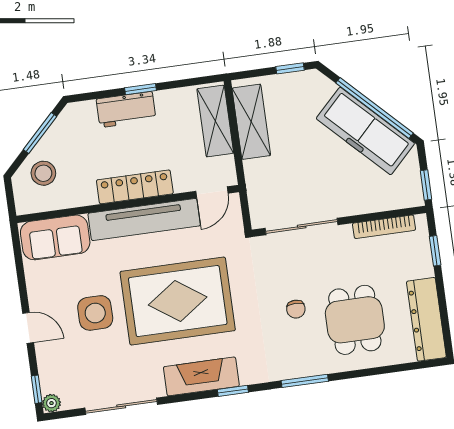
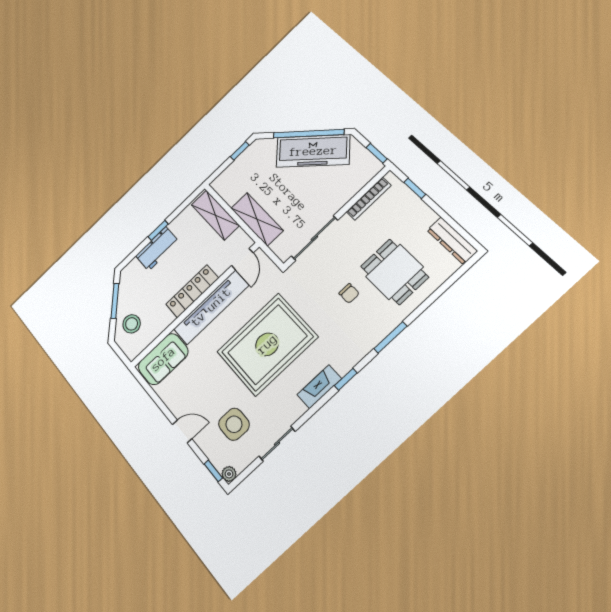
shelving: (251, 122) -> (257, 219), moved
side table: (95, 313) -> (234, 424), moved
dresser: (426, 319) -> (452, 241), width x0.73, depth x0.80
fireplace: (201, 376) -> (319, 387), width x0.73, depth x0.76
sliding door: (121, 406) -> (277, 444), width x0.73

